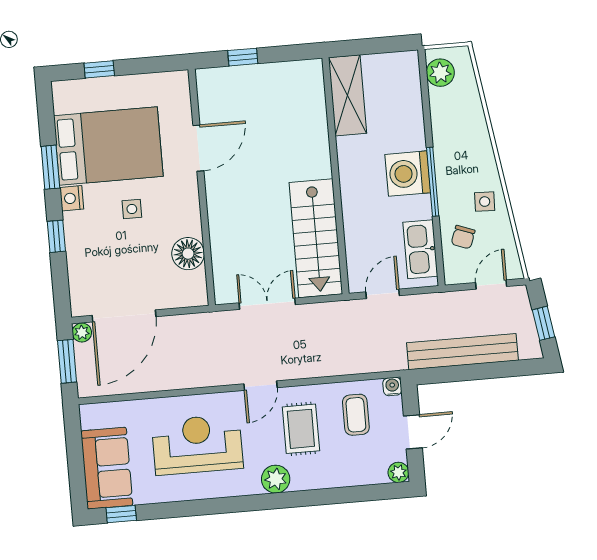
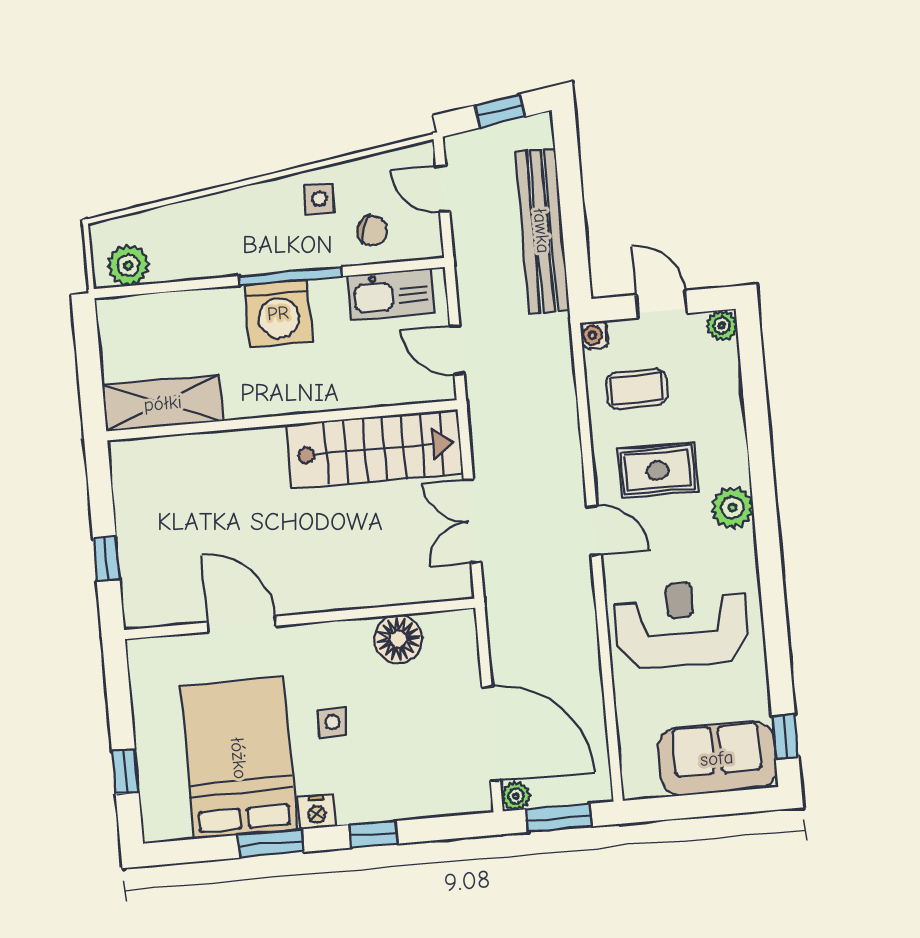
reception desk: (197, 445) -> (682, 624), turned 90

